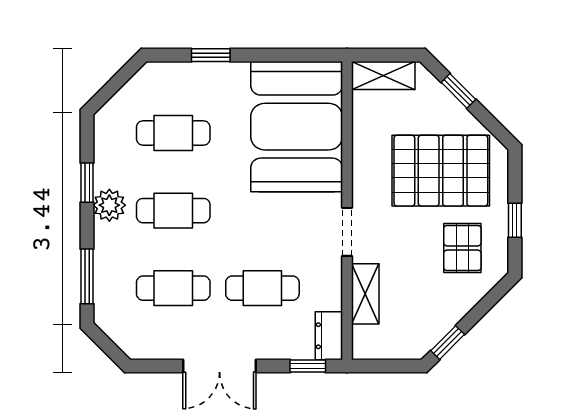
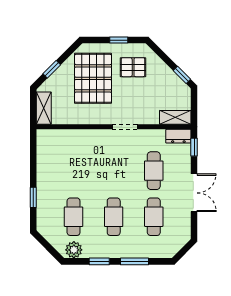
booth: (297, 127) -> (70, 153), removed
plant: (109, 205) -> (74, 250), moved
window: (87, 276) -> (135, 261), moved
shelving: (365, 294) -> (175, 117), moved

